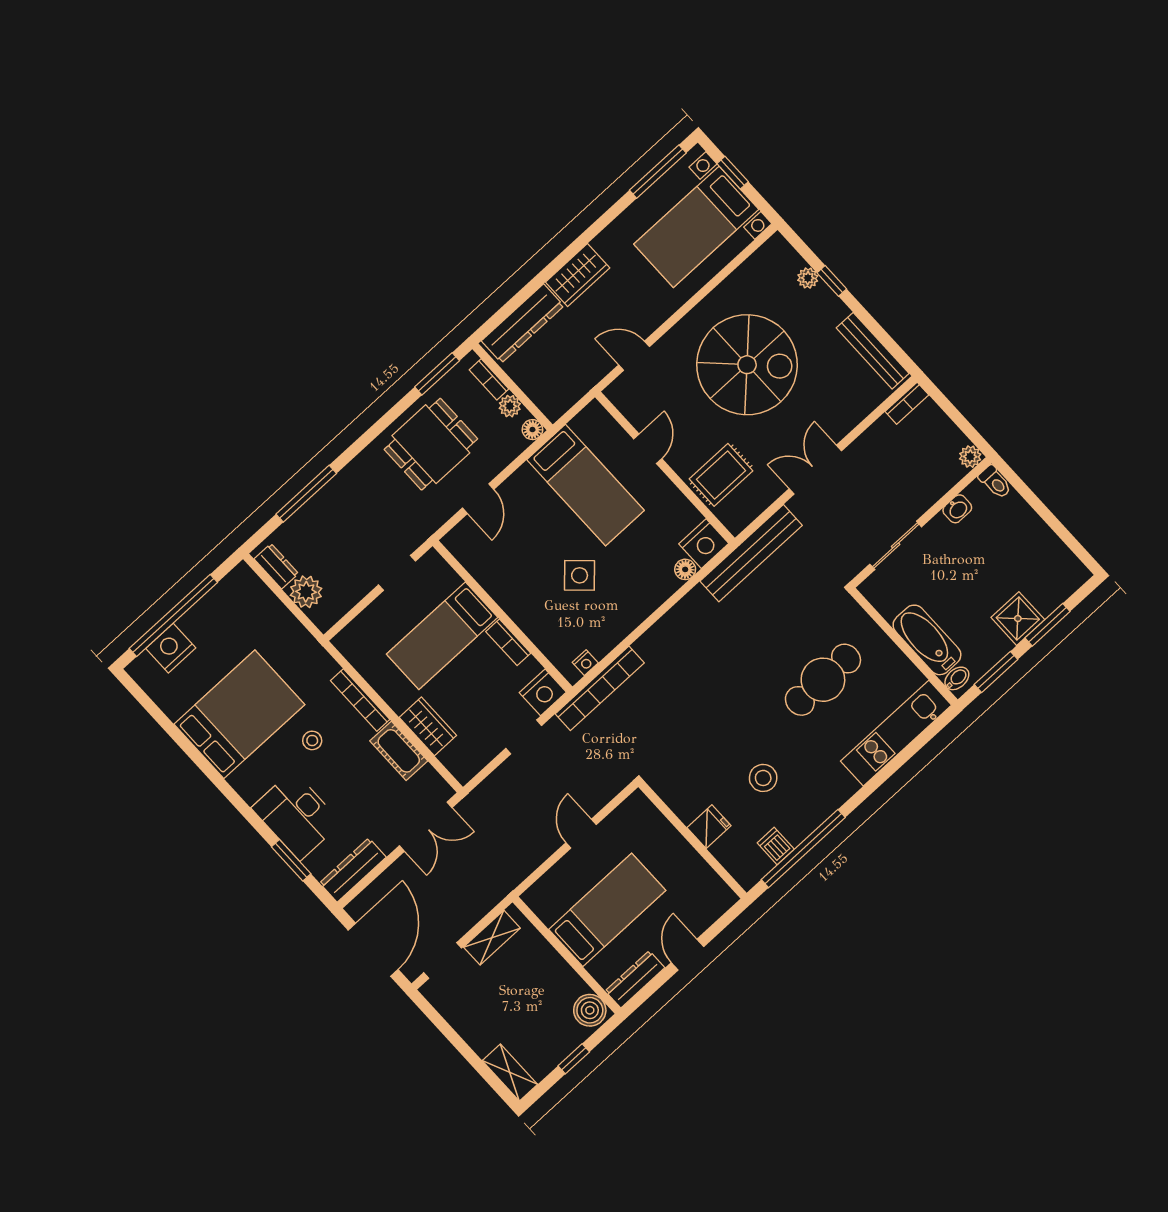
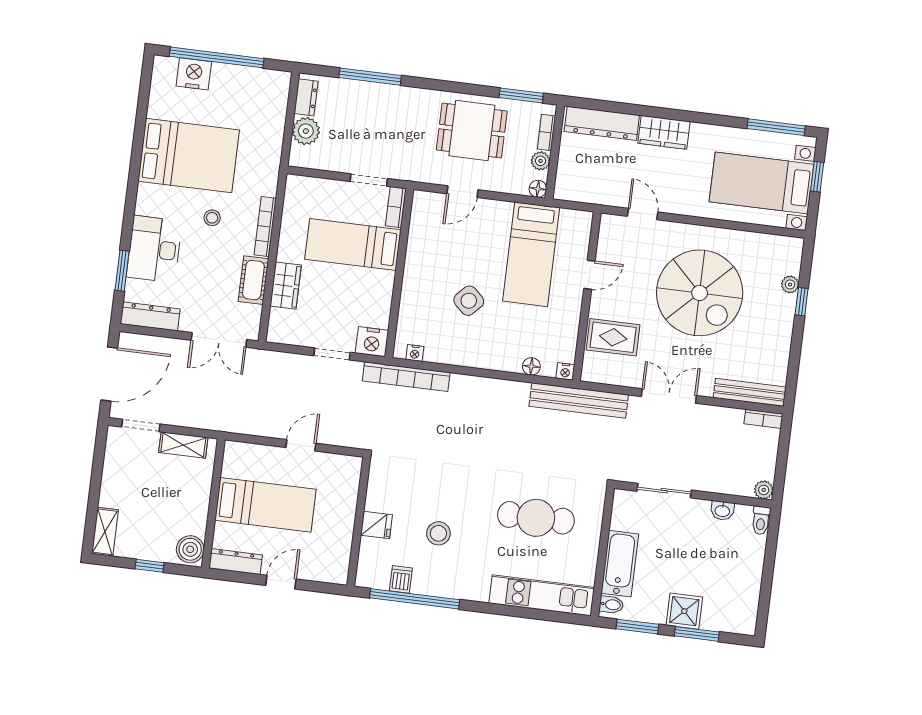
bench: (873, 351) -> (750, 392), moved, turned 90
nightstand: (704, 544) -> (565, 371), width x0.53, depth x0.56
bookcase: (508, 642) -> (396, 207), moved

